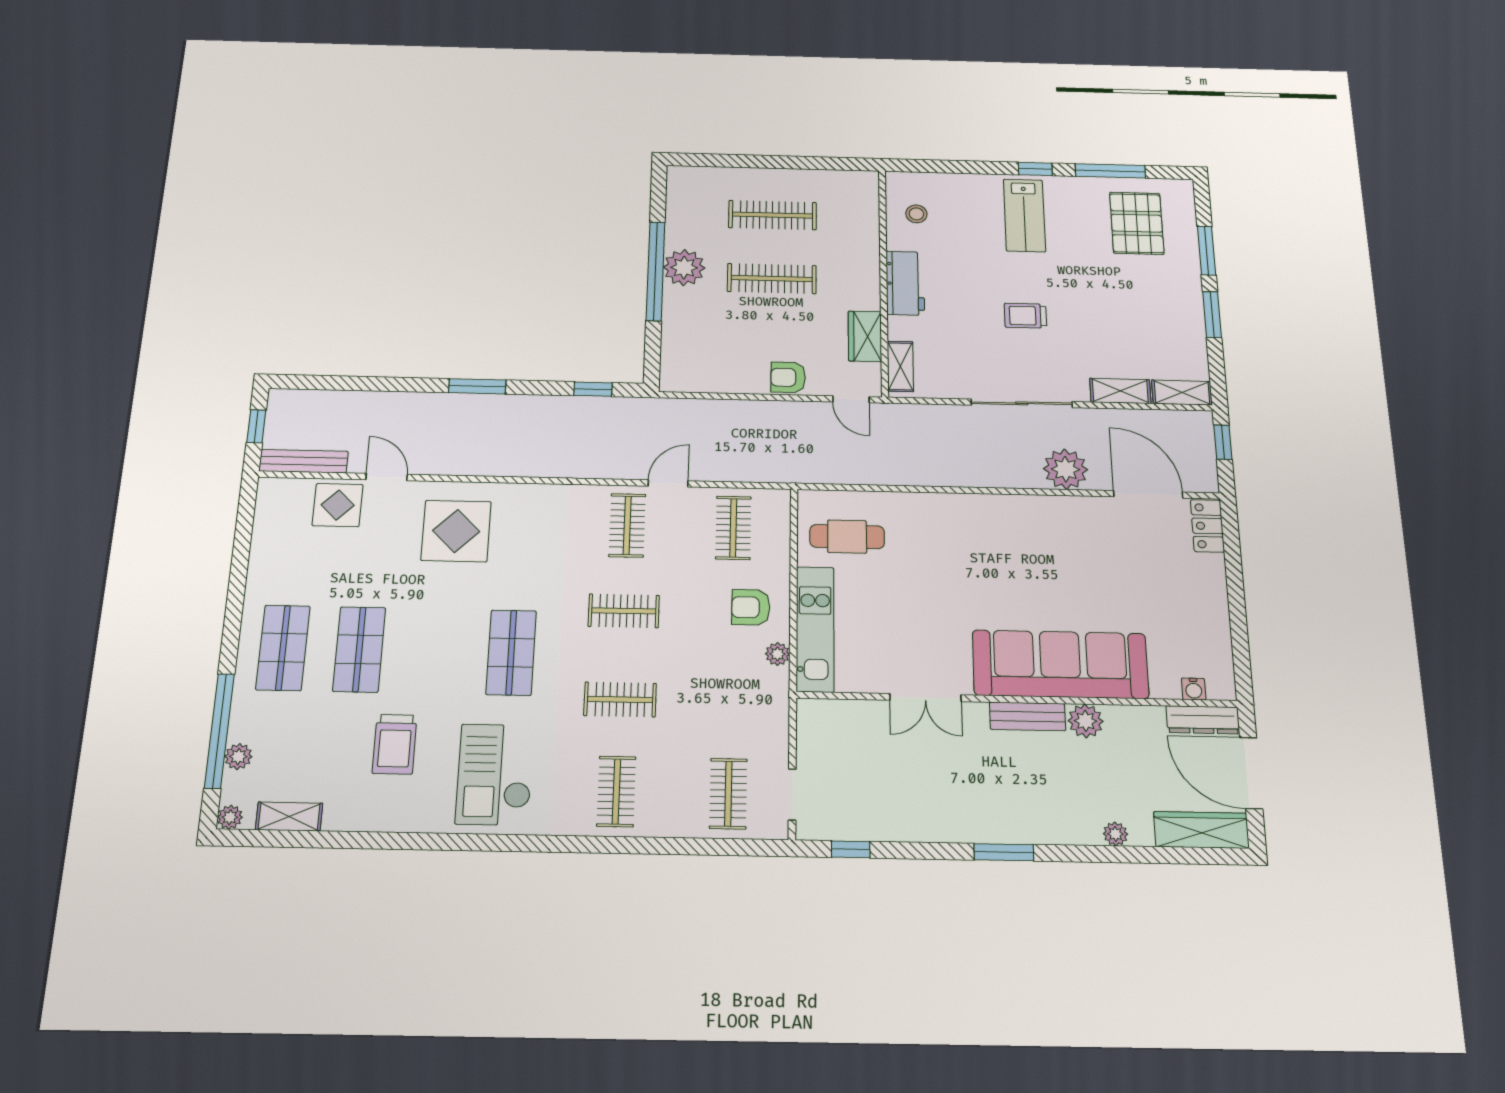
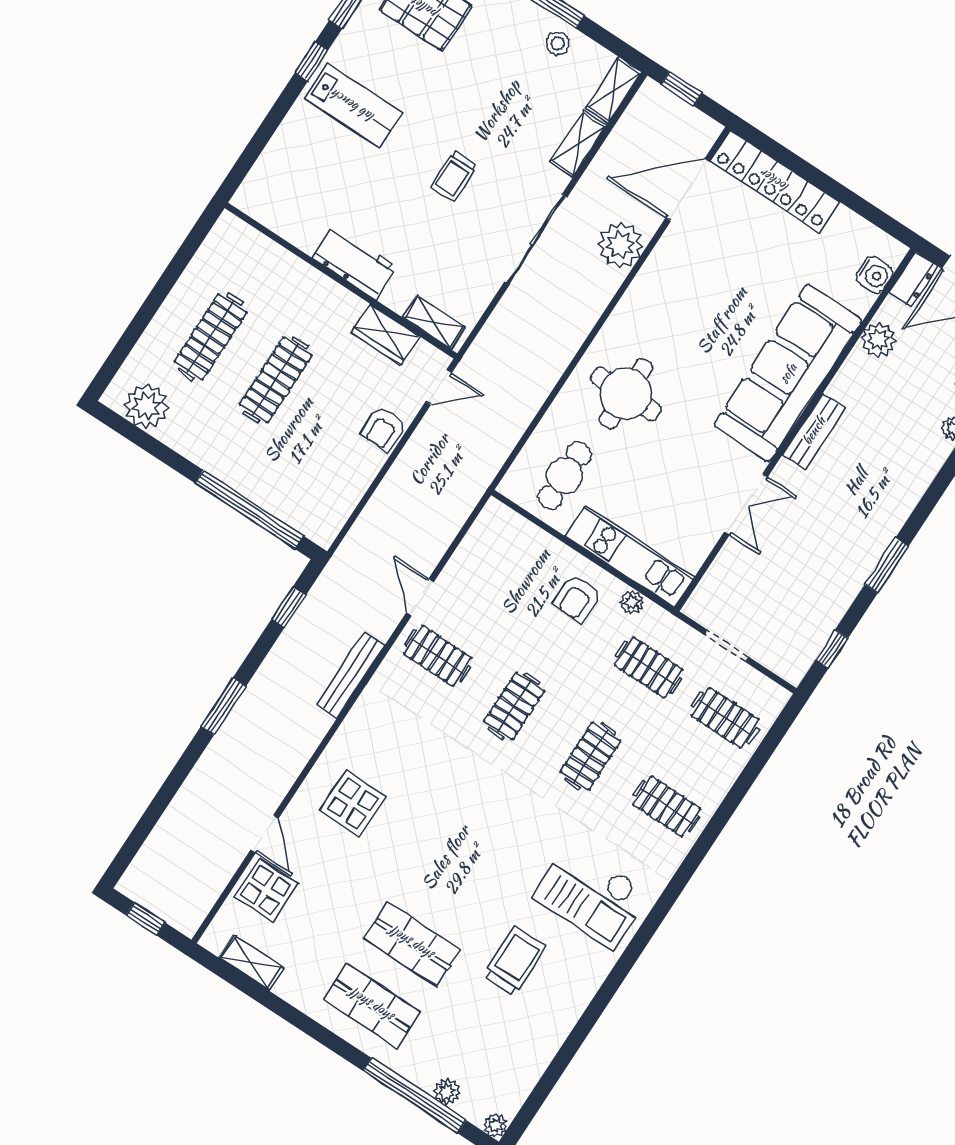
stool: (916, 214) -> (558, 43), moved
plant: (684, 268) -> (147, 406), moved
window: (655, 271) -> (249, 510), moved
bench: (304, 461) -> (351, 674), moved
door: (387, 477) -> (265, 834), swing flipped
locker: (1207, 526) -> (775, 181), width x2.16, depth x1.21
clothes rail: (733, 528) -> (649, 667), moved
display table: (456, 531) -> (353, 804), width x0.73, depth x0.73
round table: (949, 545) -> (626, 394), added
shop shelf: (511, 652) -> (493, 821), removed
water cooler: (1194, 689) -> (875, 275), width x1.38, depth x1.38
dresser: (1203, 720) -> (914, 280), width x0.70
plant: (1086, 721) -> (878, 340), moved
trolley: (395, 744) -> (515, 961), turned -90
doorway: (792, 795) -> (726, 646), moved
shelving: (289, 817) -> (251, 963), moved, turned 90
window: (1004, 852) -> (887, 565), moved

